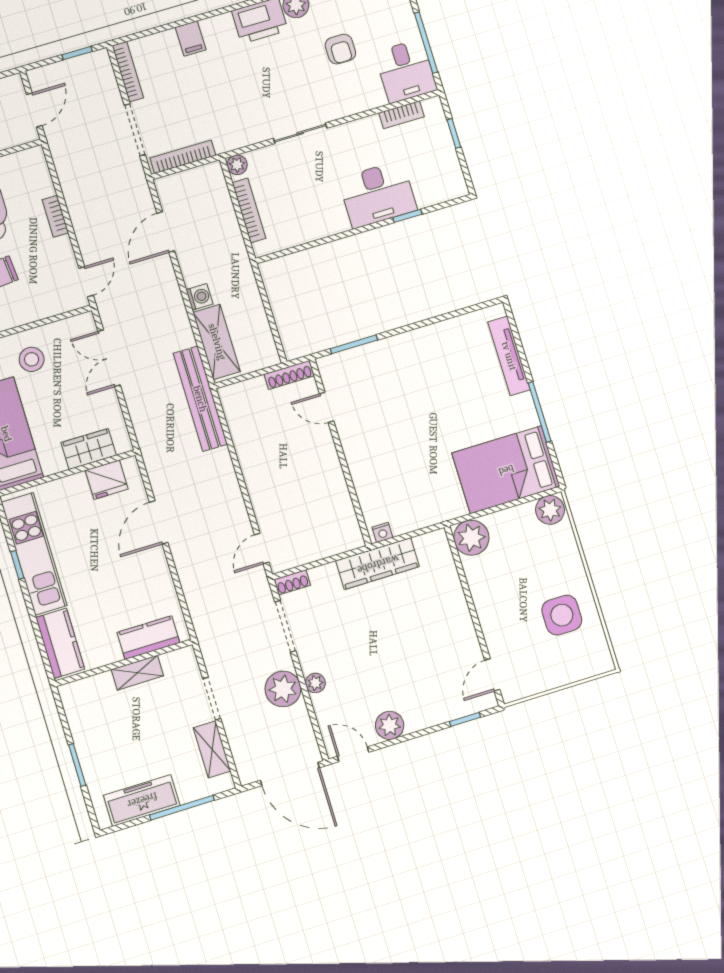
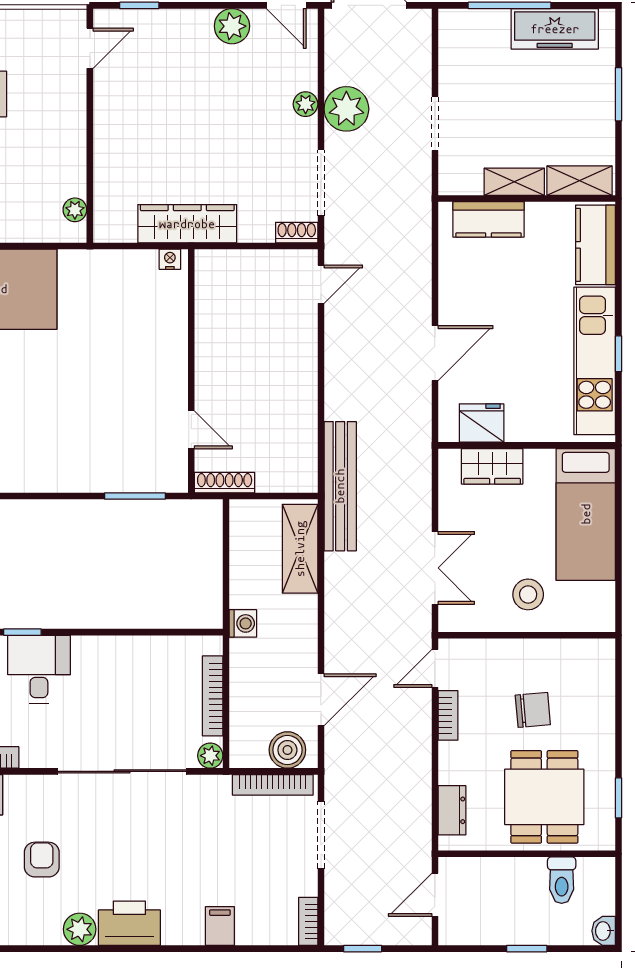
bookcase: (128, 72) -> (308, 921), width x0.64
sliding door: (300, 133) -> (122, 771), width x1.86
dresser: (41, 178) -> (452, 810), added
boiler: (180, 186) -> (287, 750), added
desk: (378, 194) -> (39, 669), width x0.73
bookcase: (55, 216) -> (448, 715), moved
washing machine: (199, 297) -> (243, 623), moved, turned 180
plant: (471, 538) -> (75, 210), width x0.53, depth x0.53
shelving: (212, 749) -> (580, 181), moved, turned 90

